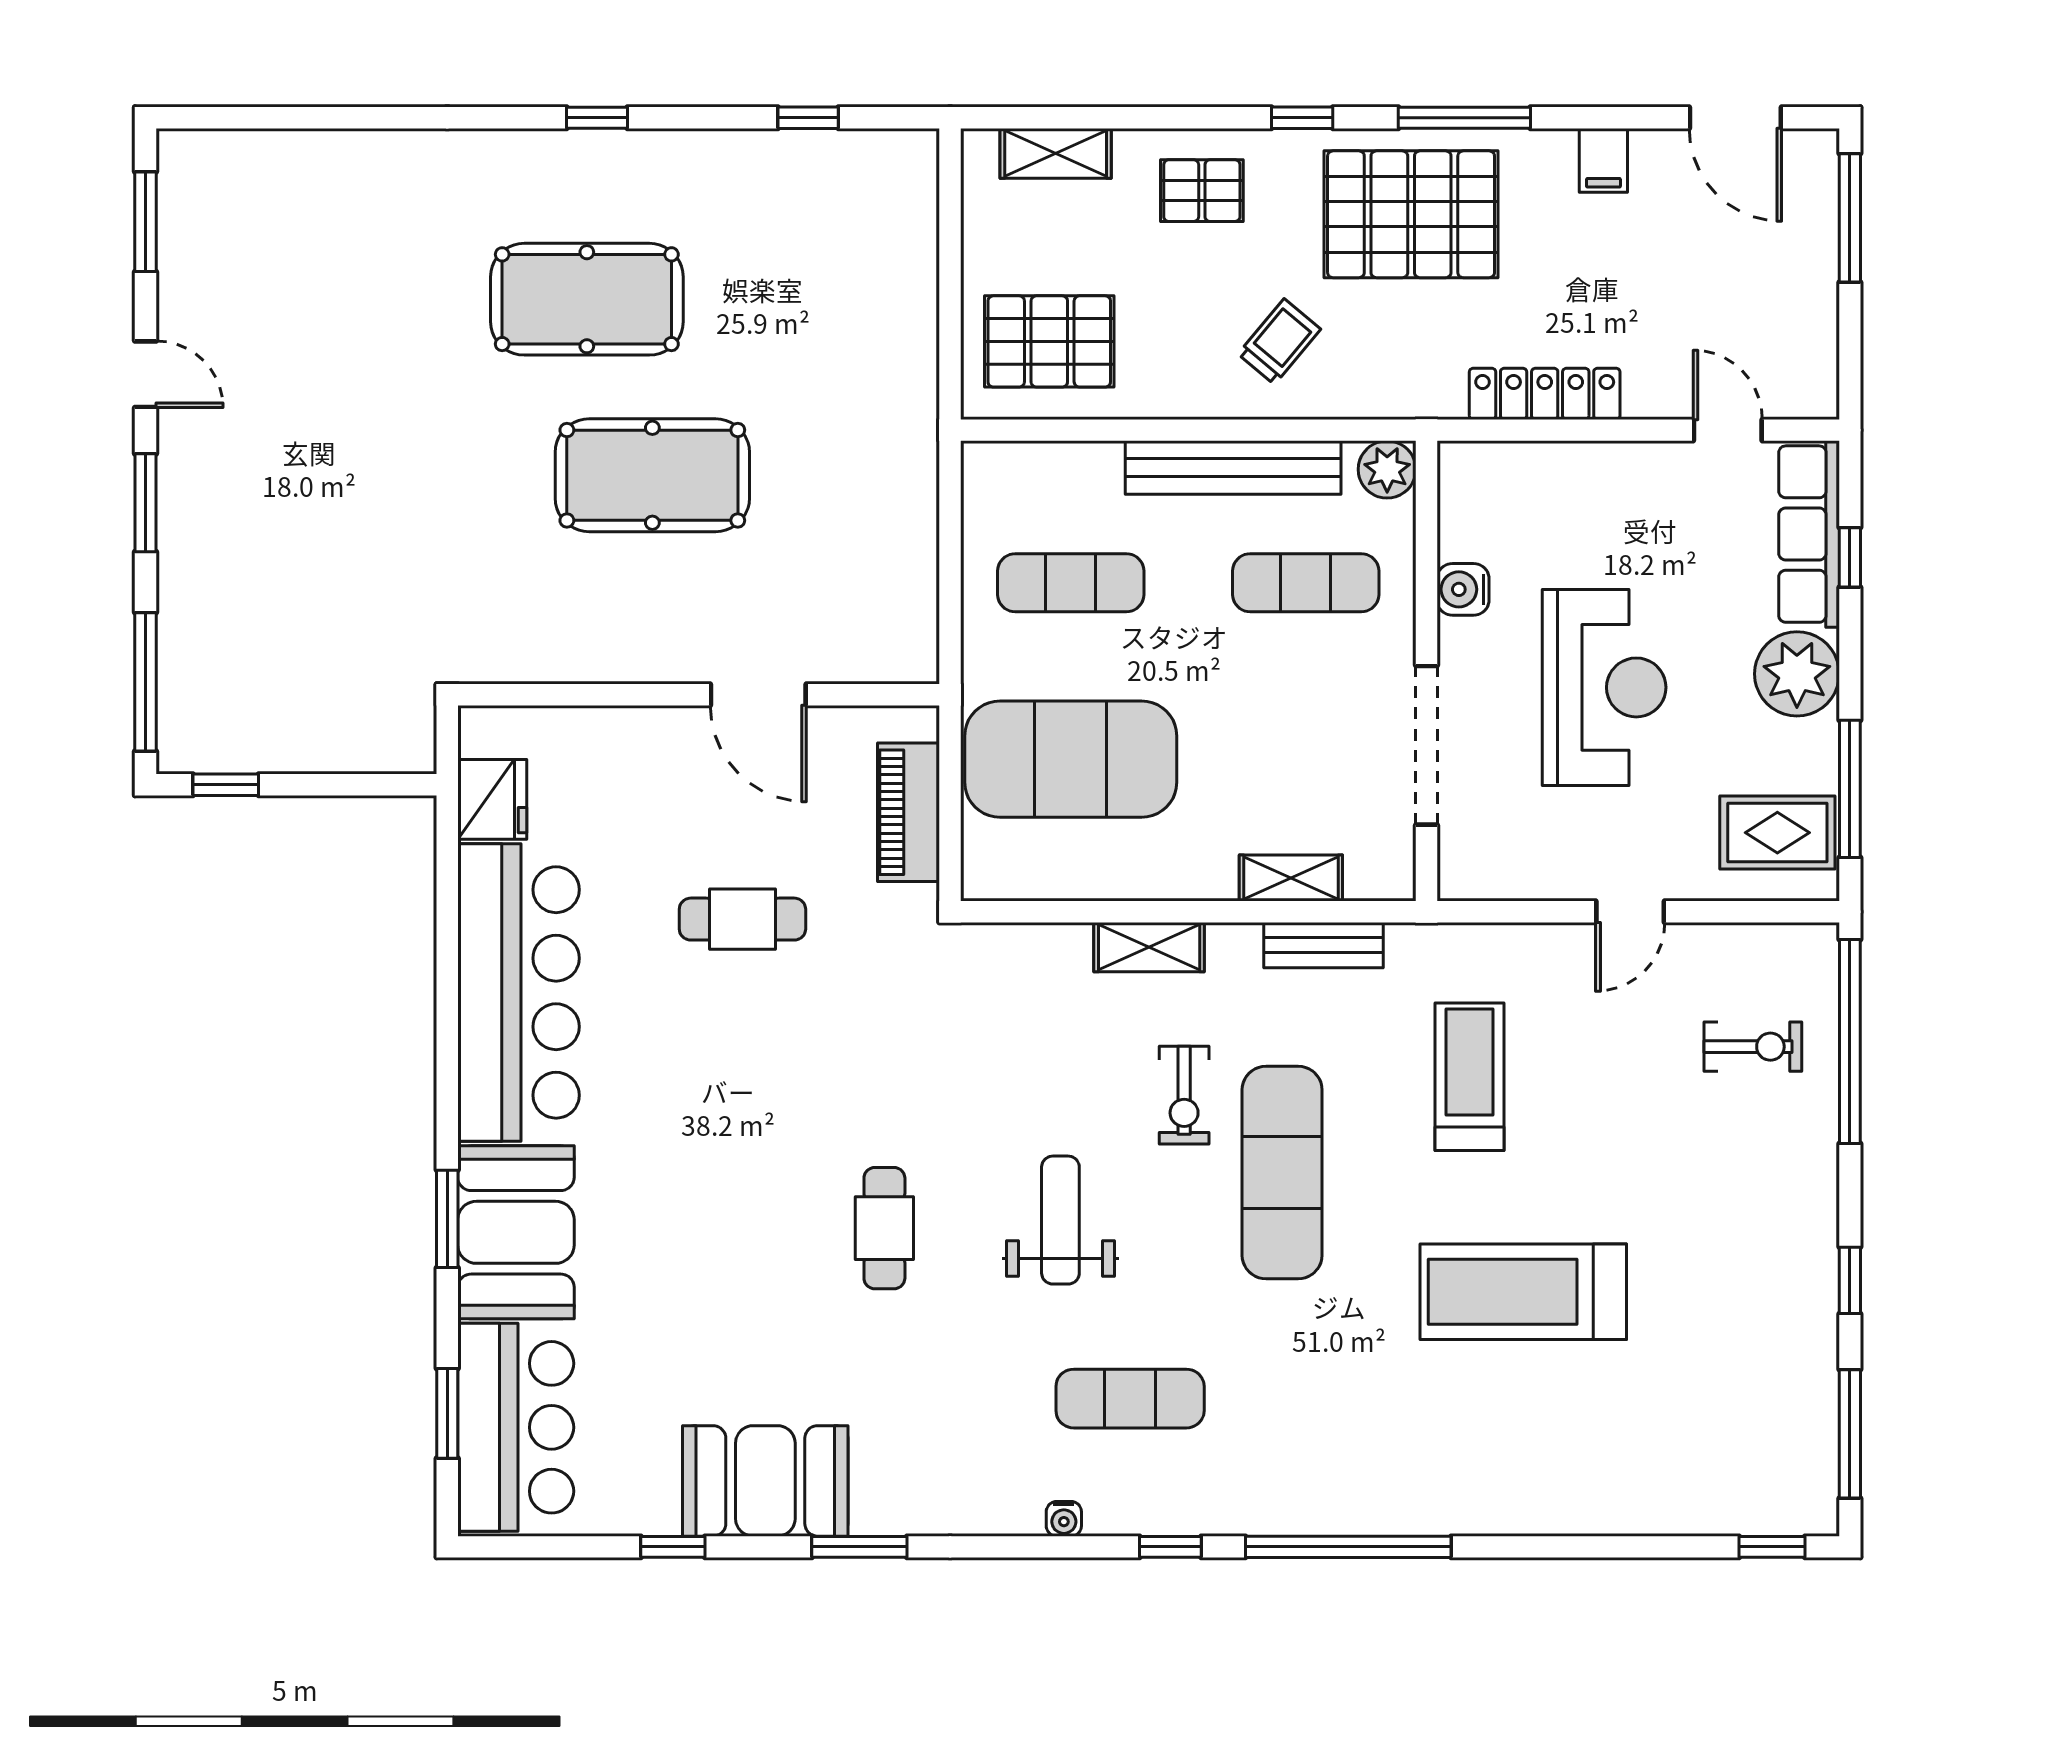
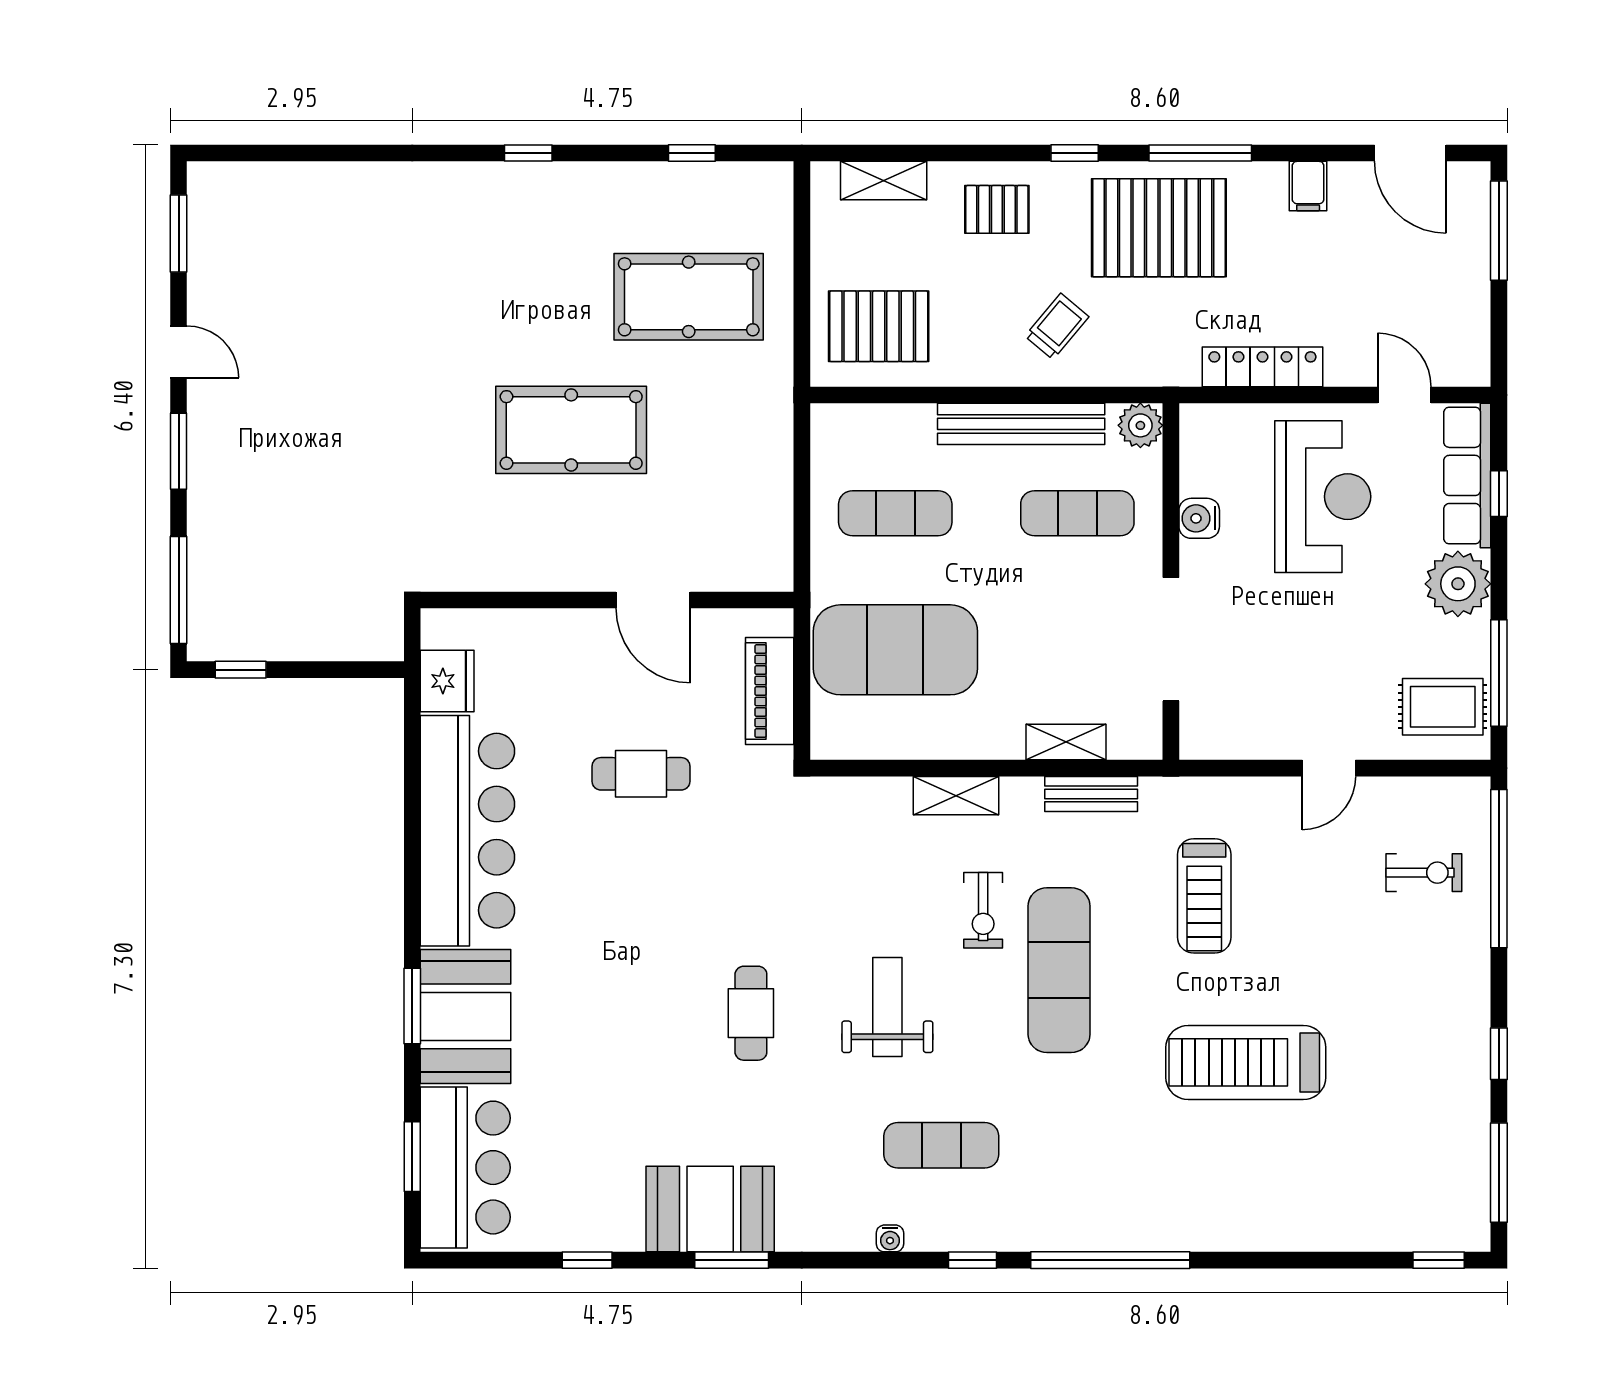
pool table: (587, 299) -> (689, 297), moved
reception desk: (1604, 687) -> (1323, 497), moved
treadmill: (1469, 1077) -> (1204, 896), turned 180
booth: (765, 1481) -> (710, 1209), moved

